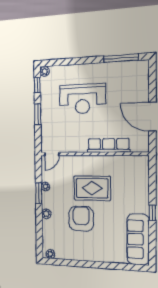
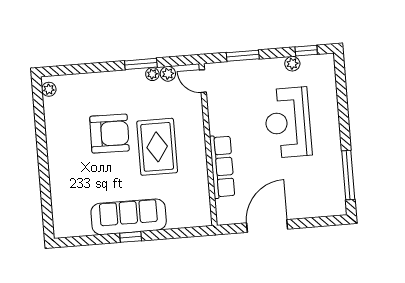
plant: (45, 71) -> (292, 64), moved
window: (38, 114) -> (243, 56), moved
plant: (46, 214) -> (168, 74), moved
sofa: (138, 239) -> (129, 217), moved

